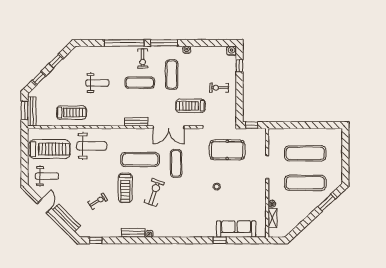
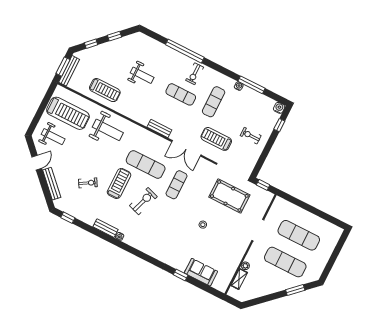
window: (164, 43) -> (252, 85), moved
treadmill: (125, 188) -> (119, 184), turned 180
sofa: (236, 229) -> (201, 272), width x0.73

